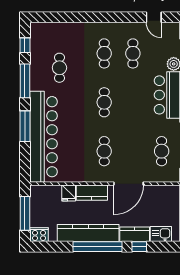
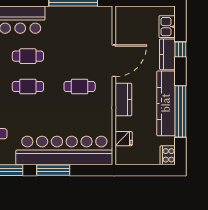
cafe table: (162, 151) -> (28, 56), moved
door: (128, 184) -> (114, 61), hinge flipped
fridge: (69, 193) -> (124, 139), moved
window: (25, 213) -> (145, 170), removed
window: (97, 247) -> (180, 111), moved

